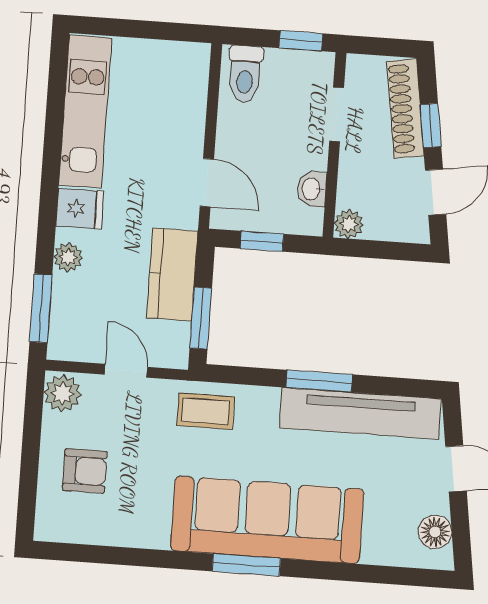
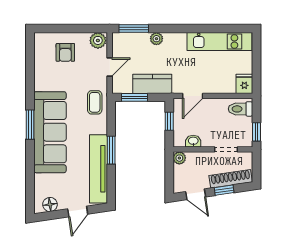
fridge: (80, 209) -> (244, 84), moved, turned 180

